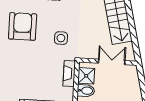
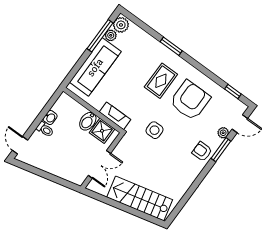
armchair: (23, 26) -> (190, 100), turned -90
rug: (22, 57) -> (161, 81), added

